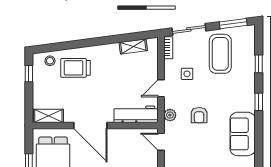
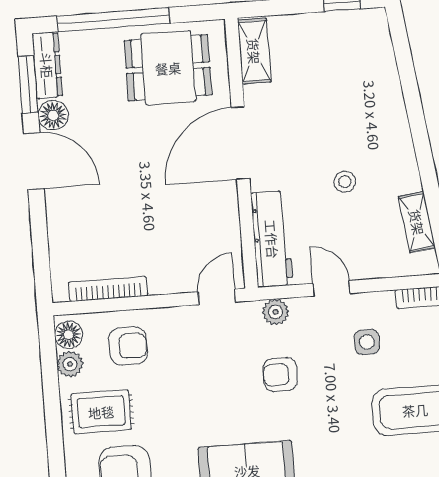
stool: (50, 61) -> (345, 182), moved
trolley: (76, 68) -> (362, 102), removed

